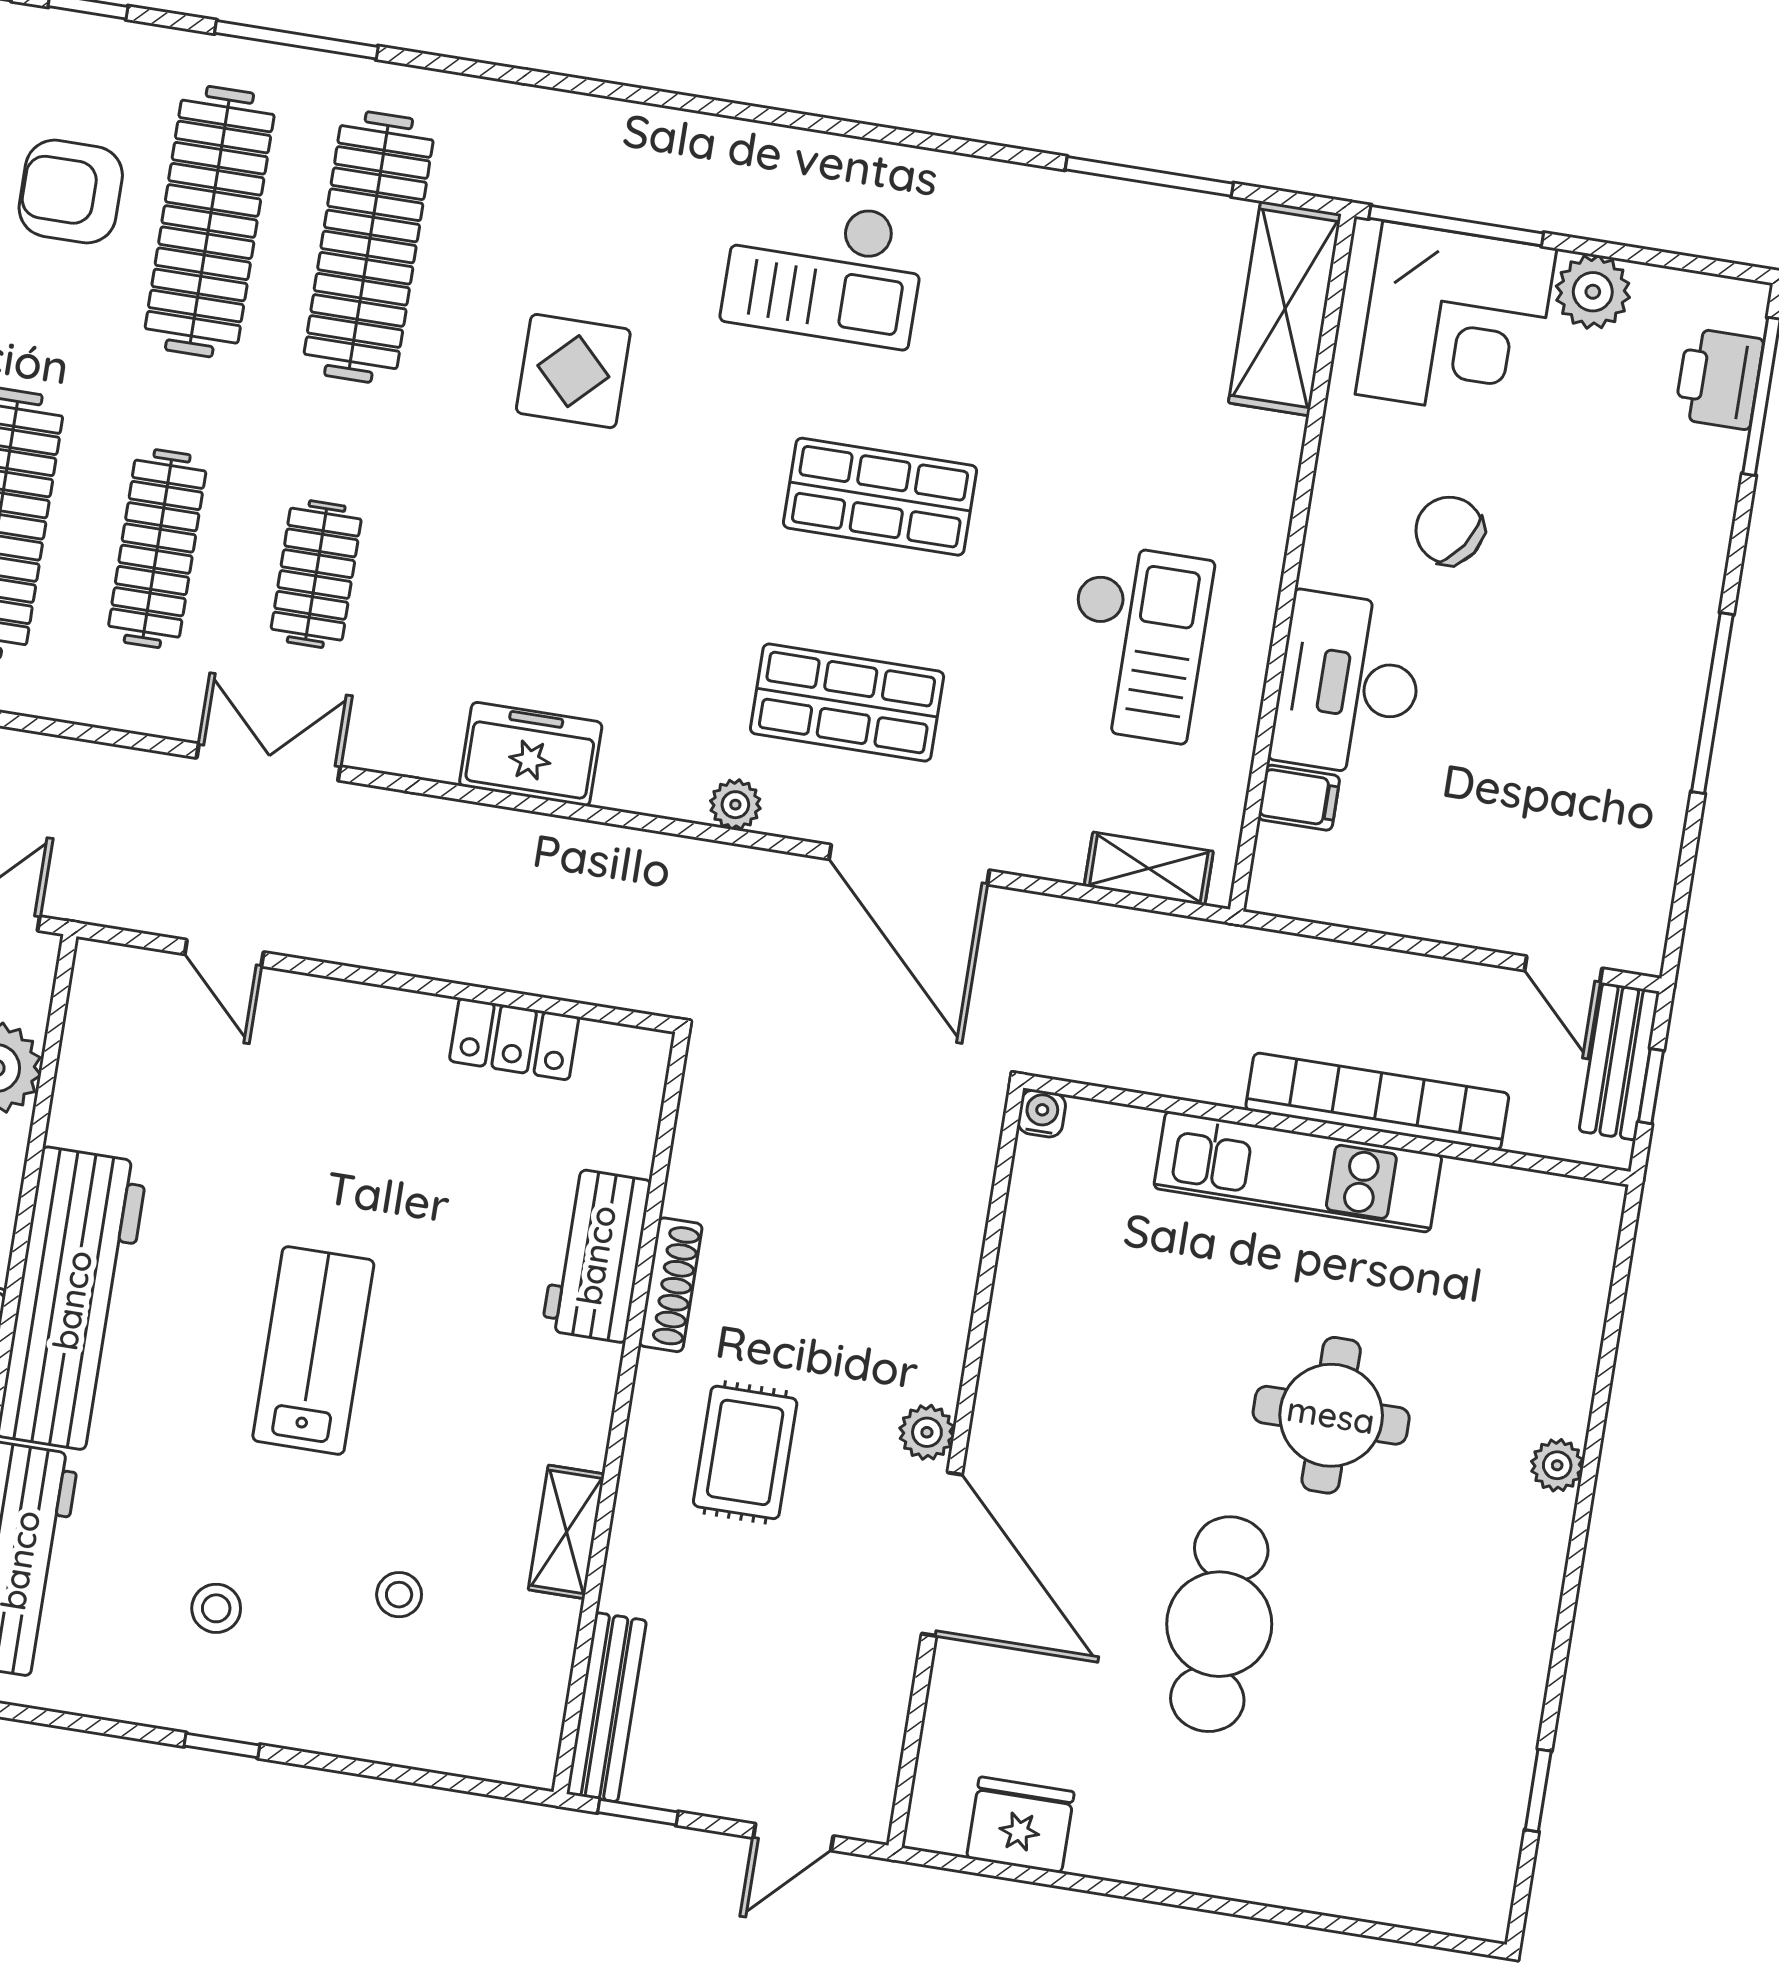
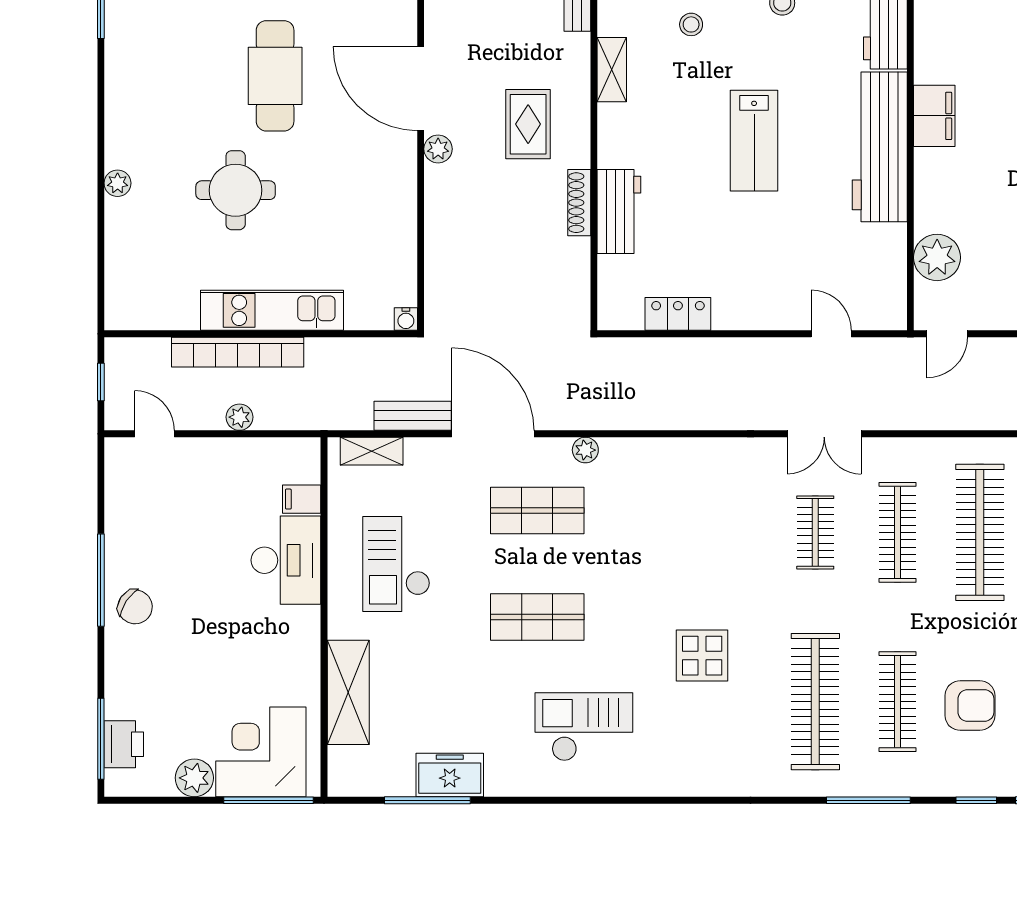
clothes rail: (210, 222) -> (898, 702), width x0.73, depth x0.76
shelving: (1285, 308) -> (348, 692), moved
chair: (1449, 530) -> (135, 607), moved
freezer: (531, 754) -> (450, 775), moved, turned 180
plant: (1394, 975) -> (239, 417), added
bench: (1619, 1061) -> (413, 416), moved, turned 90

